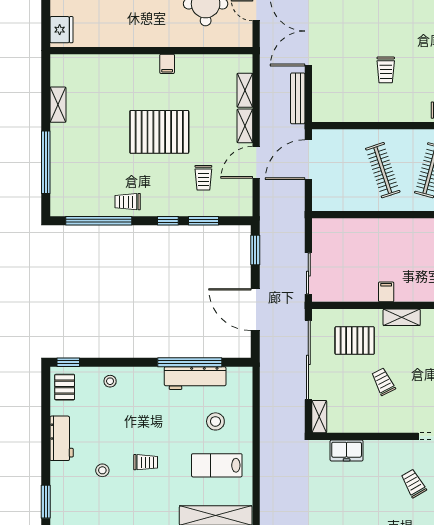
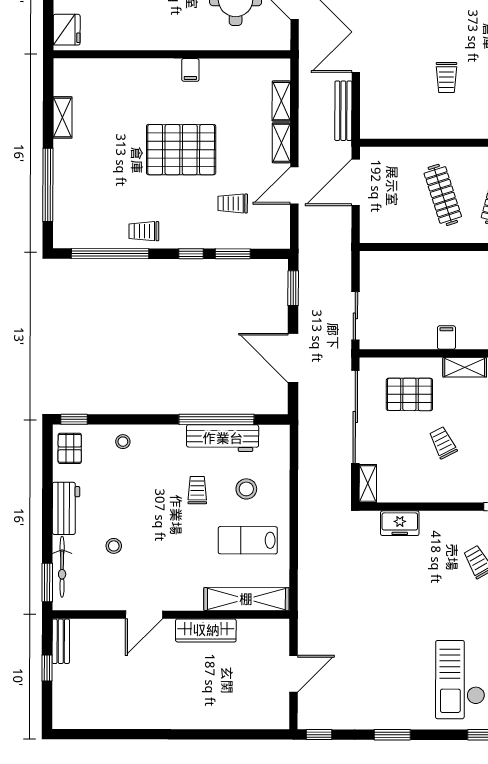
trolley: (203, 178) -> (233, 203), turned 90
trolley: (146, 462) -> (197, 490), moved, turned -90
bicycle: (58, 488) -> (62, 567), added

